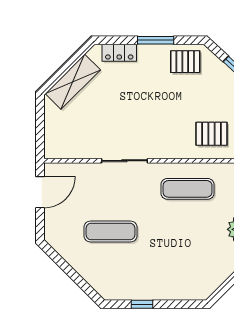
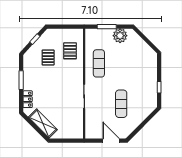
pallet: (185, 62) -> (48, 58), moved
door: (40, 192) -> (111, 141), moved

